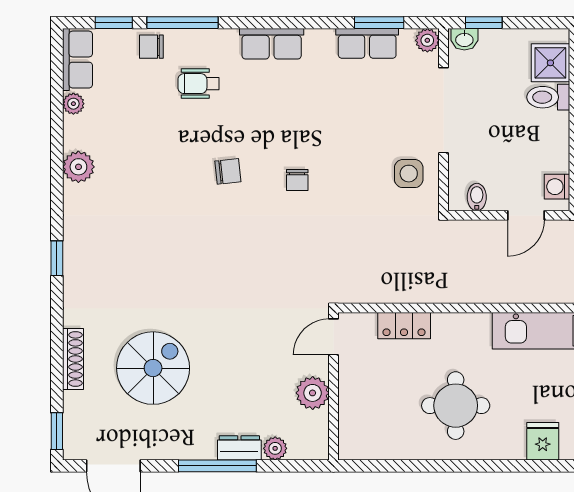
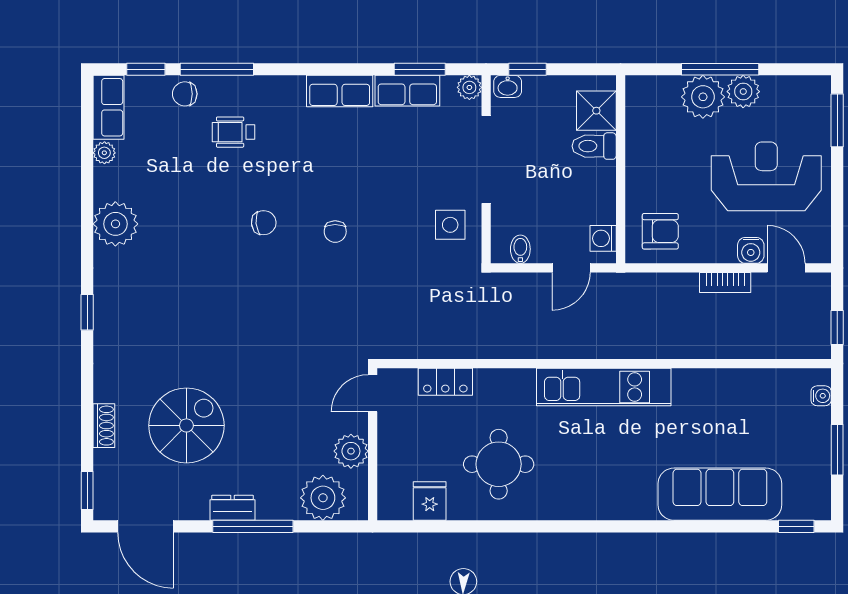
row of seats: (272, 44) -> (340, 91), moved
plant: (78, 167) -> (115, 224), width x1.36, depth x1.36
shoe rack: (73, 359) -> (104, 426), width x0.70
fridge: (543, 441) -> (430, 501), moved
dresser: (239, 448) -> (233, 508), moved
plant: (275, 448) -> (323, 498), width x1.88, depth x1.88

